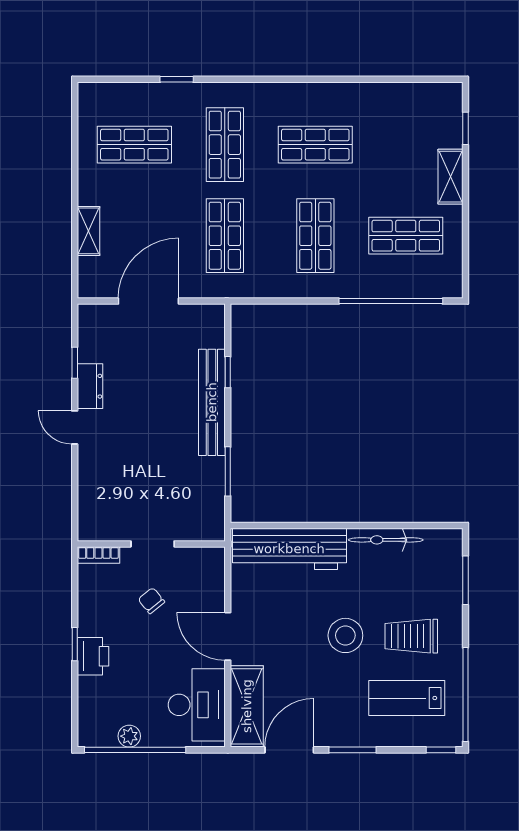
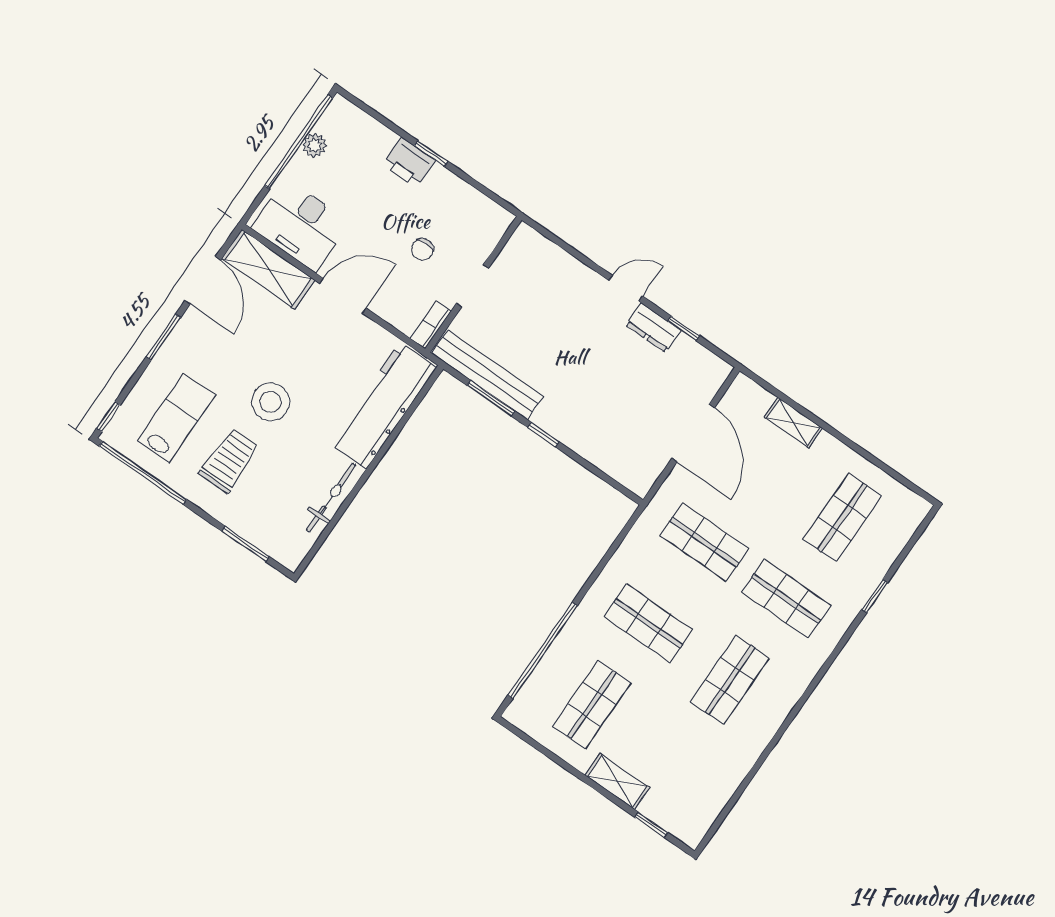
window: (228, 372) -> (543, 435), moved
bench: (212, 402) -> (488, 375), moved
bookcase: (98, 555) -> (431, 325), moved
chair: (151, 601) -> (422, 249), turned 129

